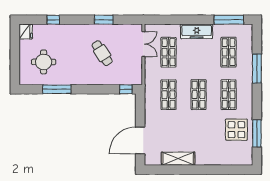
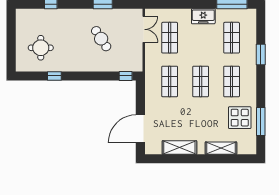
freezer: (197, 31) -> (203, 16), width x0.71
fridge: (26, 32) -> (22, 16), removed
window: (257, 69) -> (261, 55), width x0.69
window: (57, 89) -> (54, 76), width x0.46
shelving: (218, 159) -> (221, 148), added

